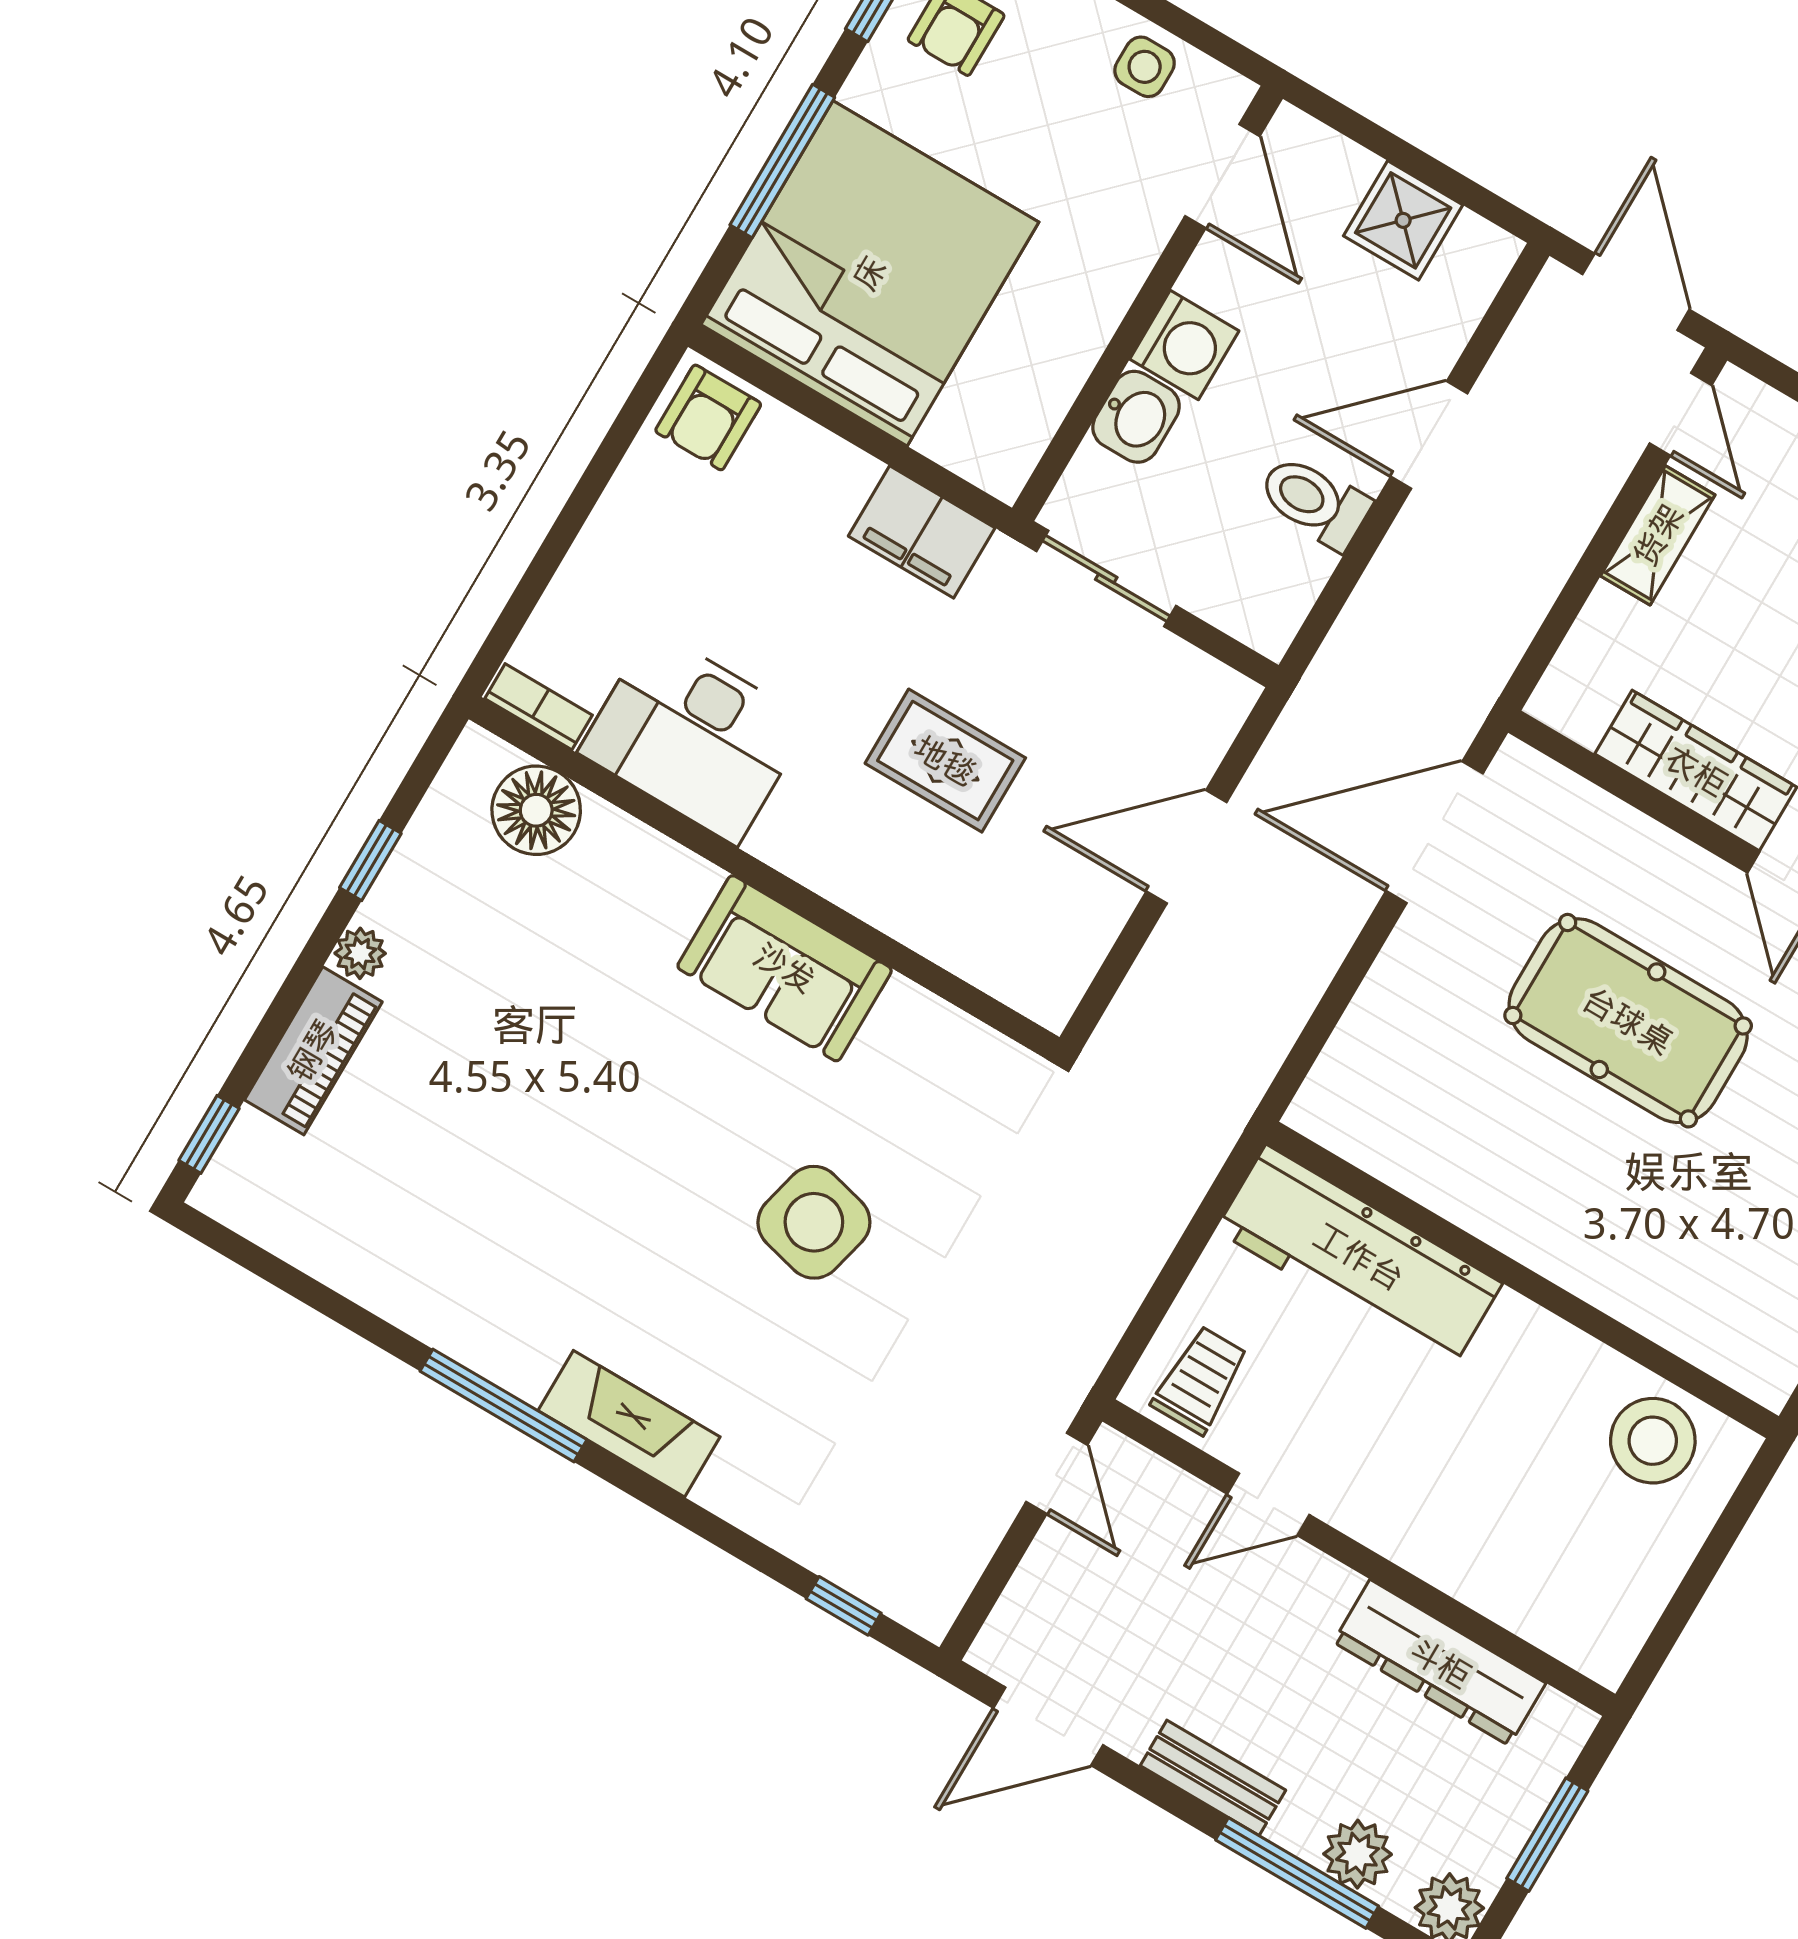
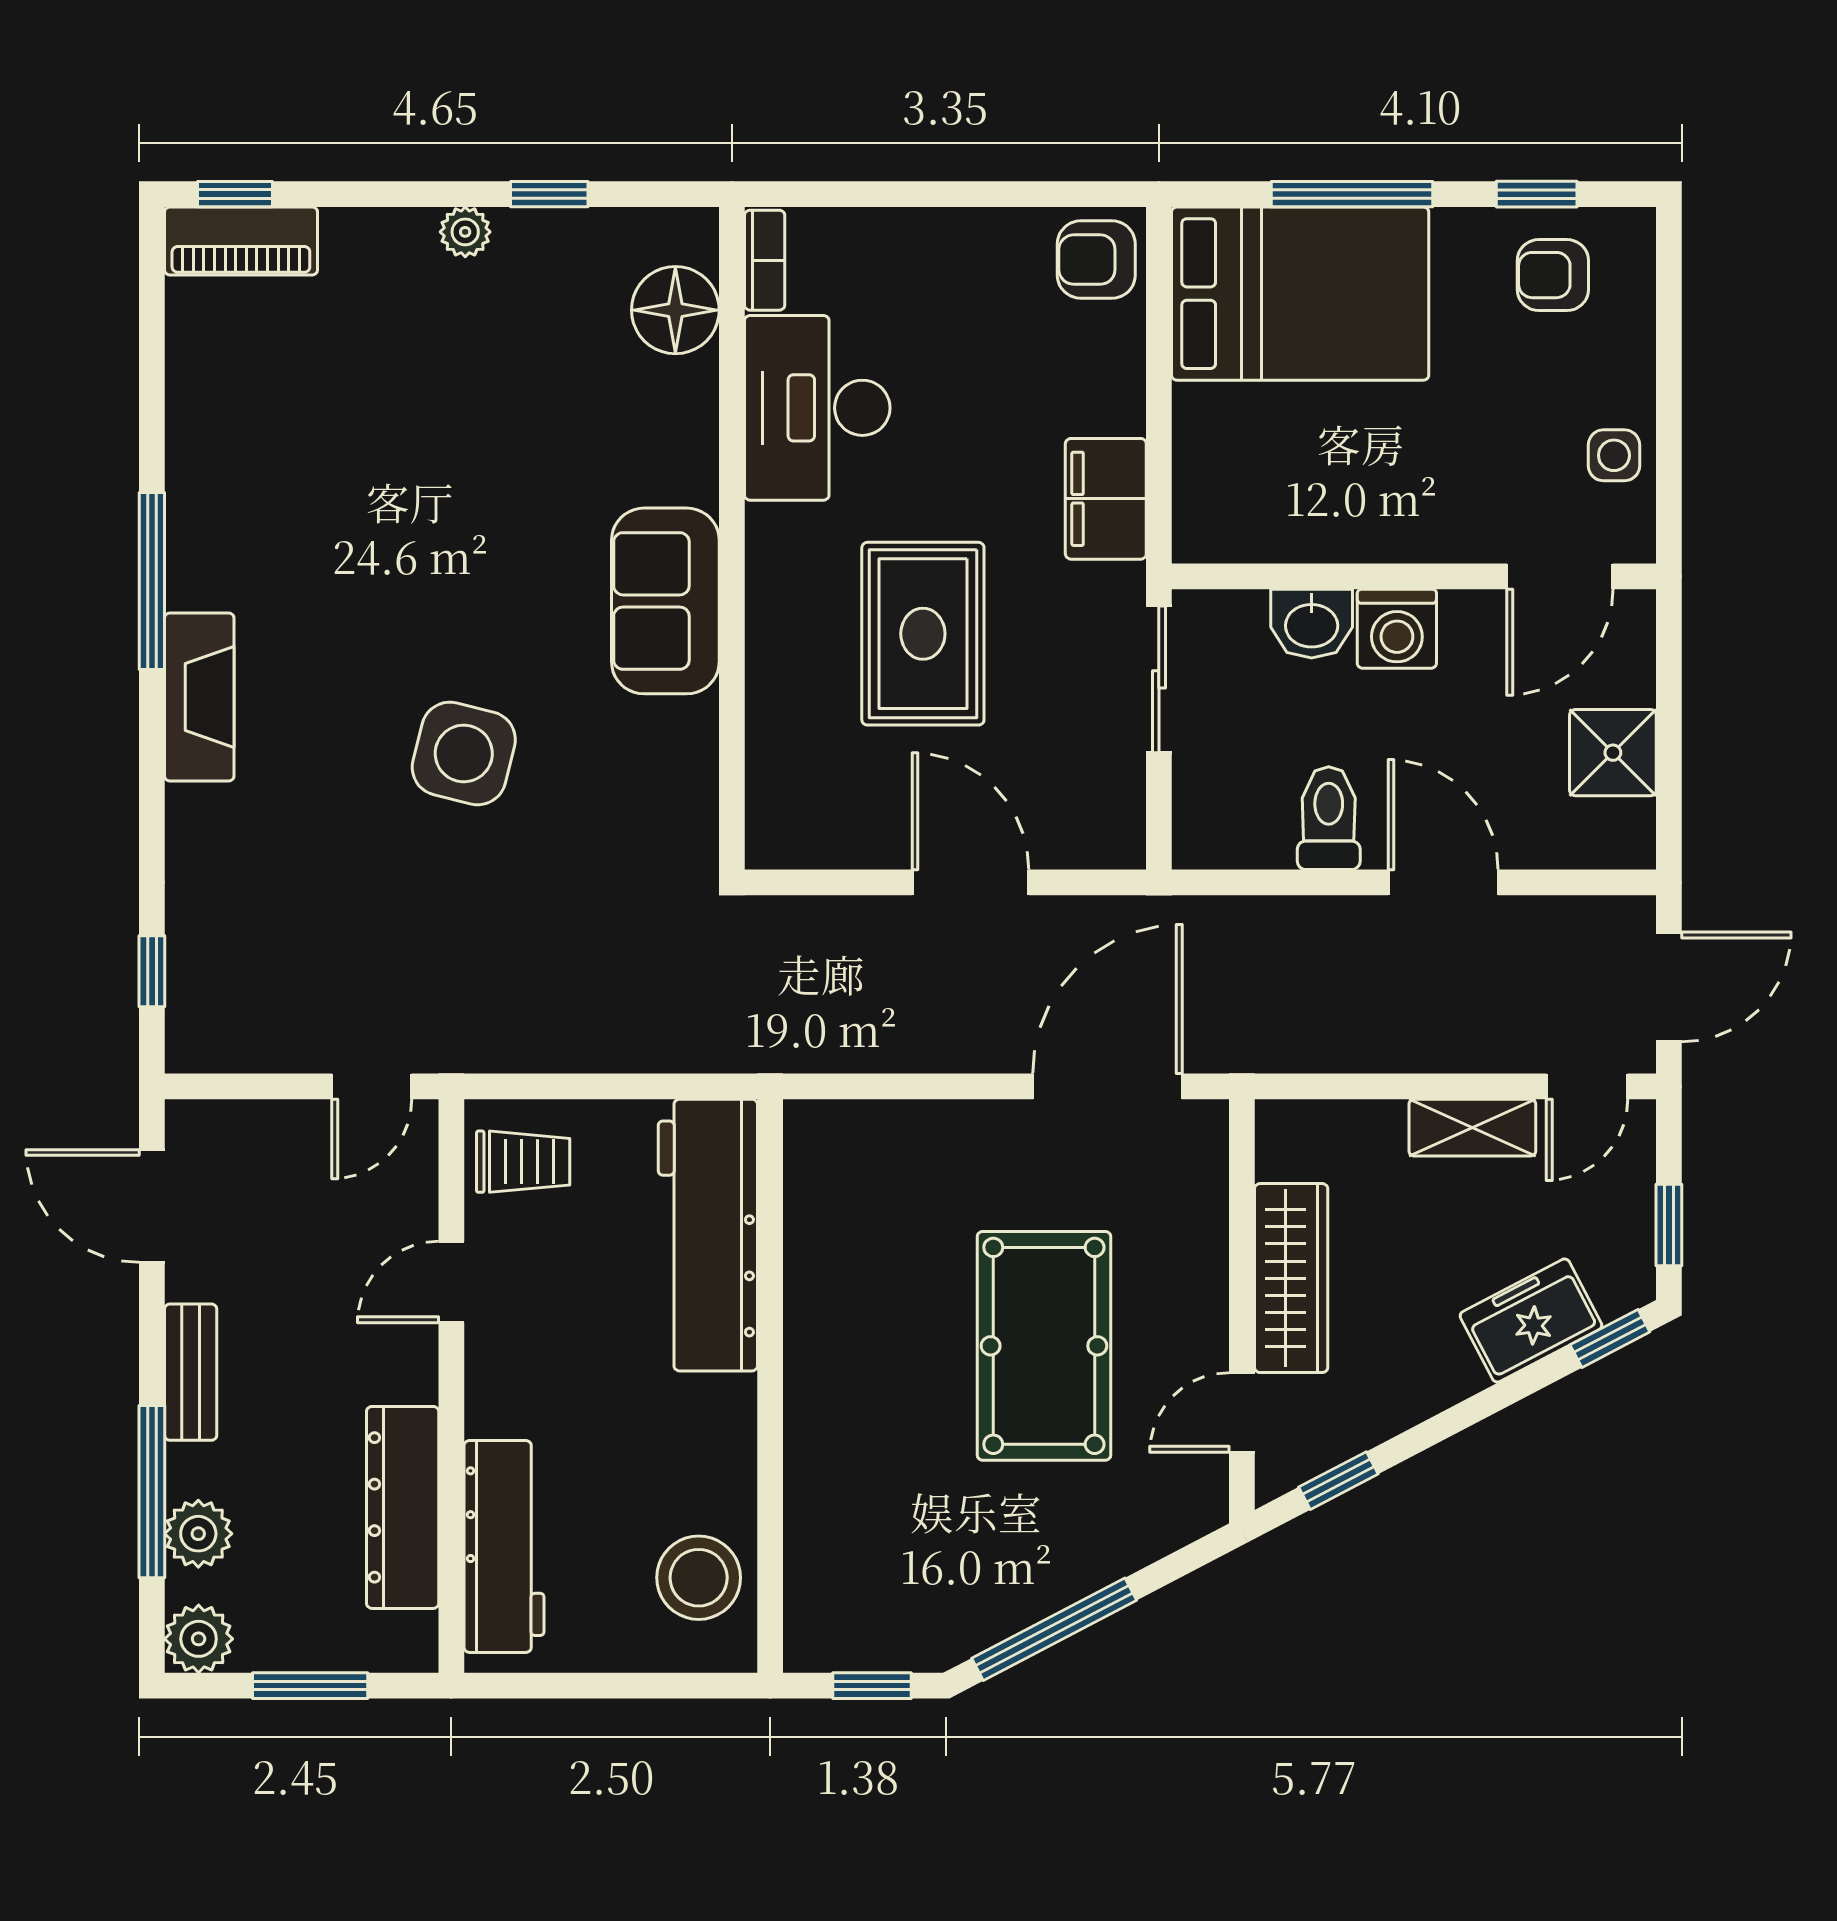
bed: (870, 273) -> (1300, 294), width x0.73
rug: (945, 761) -> (923, 634), width x1.36, depth x1.43
door: (1434, 832) -> (1107, 1086), hinge flipped
piano: (313, 1051) -> (241, 241), moved
door: (1268, 1504) -> (451, 1282), hinge flipped
workbench: (1526, 1594) -> (504, 1546), added

